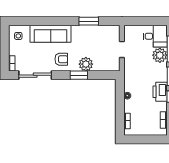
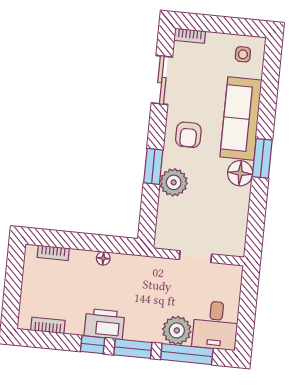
window: (89, 21) -> (262, 158), moved
floor lamp: (78, 31) -> (240, 173), added
sliding door: (35, 75) -> (162, 80), width x0.73

